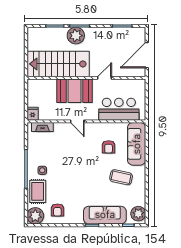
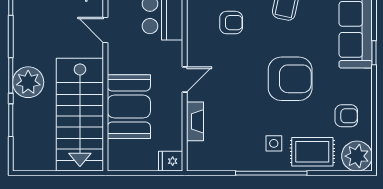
booth: (75, 91) -> (129, 107), moved
fireplace: (42, 127) -> (195, 121), moved
armchair: (78, 179) -> (290, 79), added

